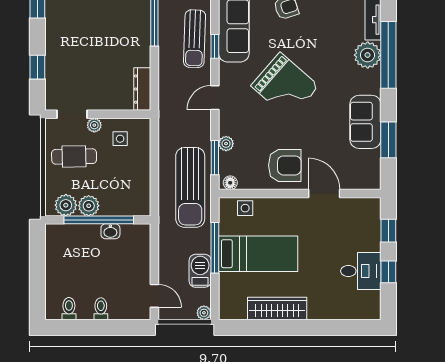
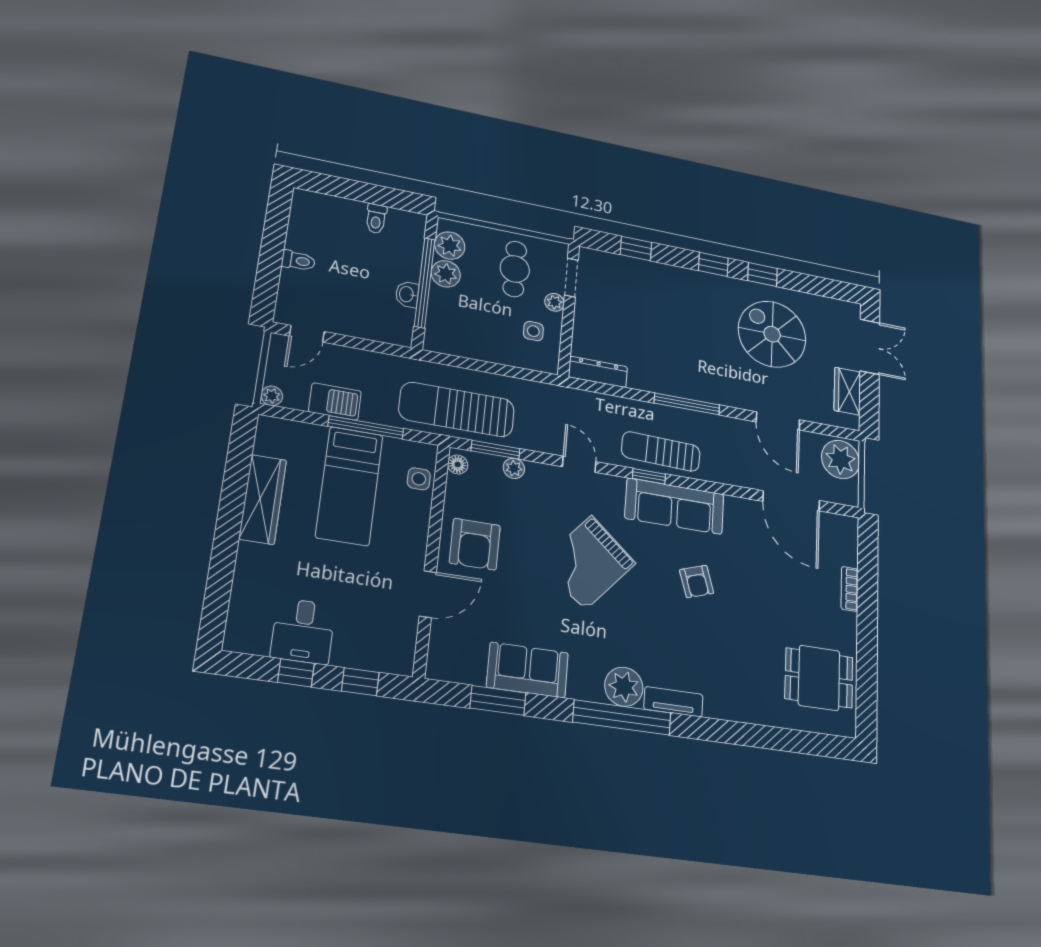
toilet: (69, 309) -> (376, 219), moved, turned 90

